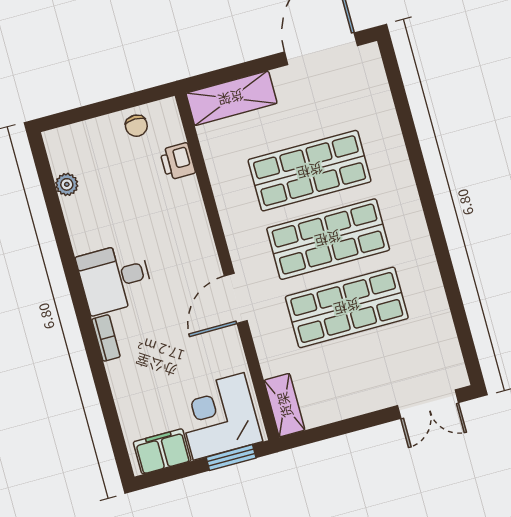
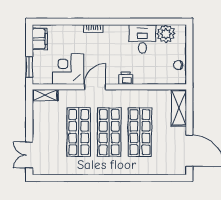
printer: (178, 161) -> (126, 78), moved
plant: (67, 184) -> (166, 34), width x1.87, depth x1.87
desk: (115, 278) -> (142, 39), moved
door: (236, 298) -> (95, 87), hinge flipped
corner desk: (219, 416) -> (68, 69), moved, turned -90

